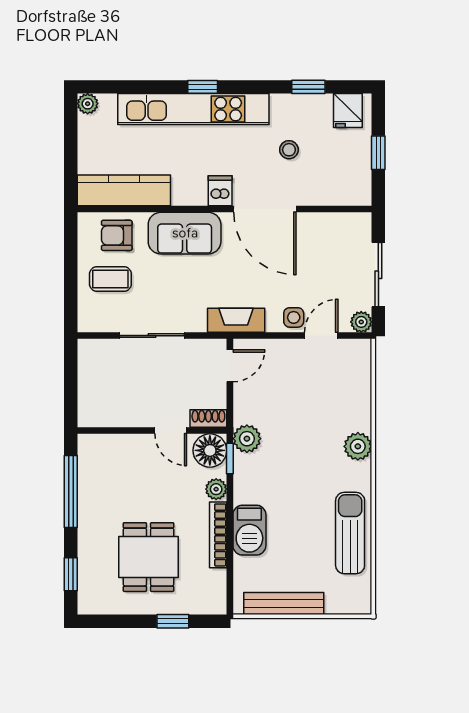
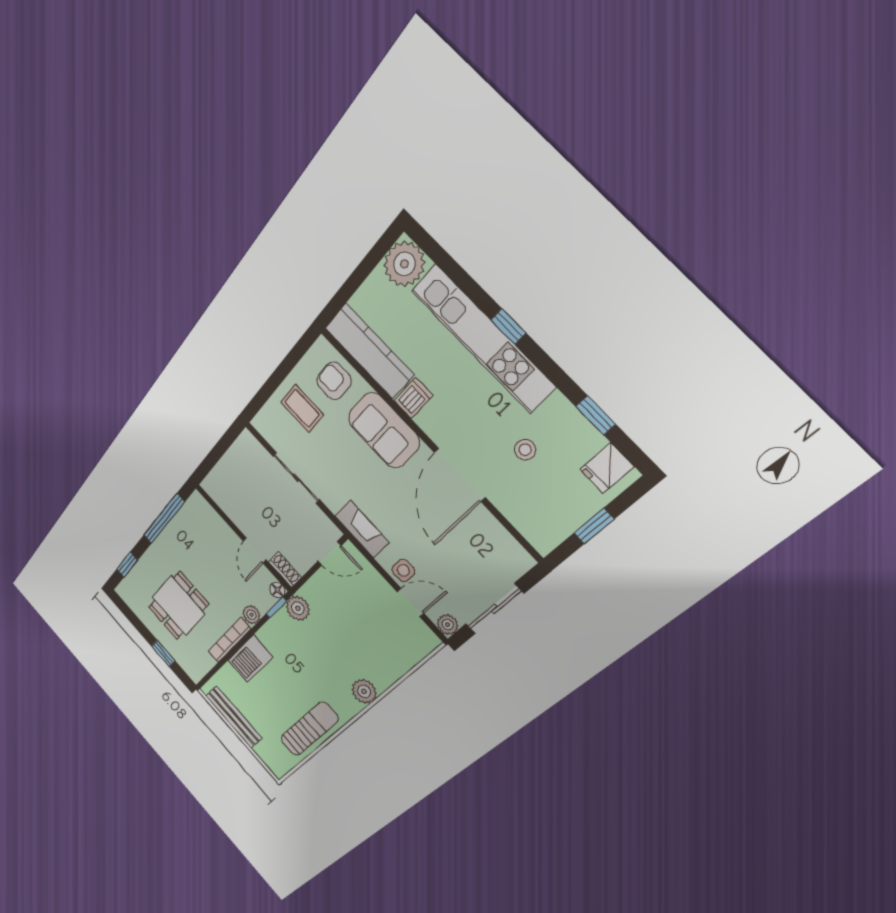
plant: (88, 104) -> (404, 264), width x1.88, depth x1.88
dishwasher: (220, 191) -> (413, 398), moved
floor lamp: (210, 450) -> (277, 590), width x0.53, depth x0.53

